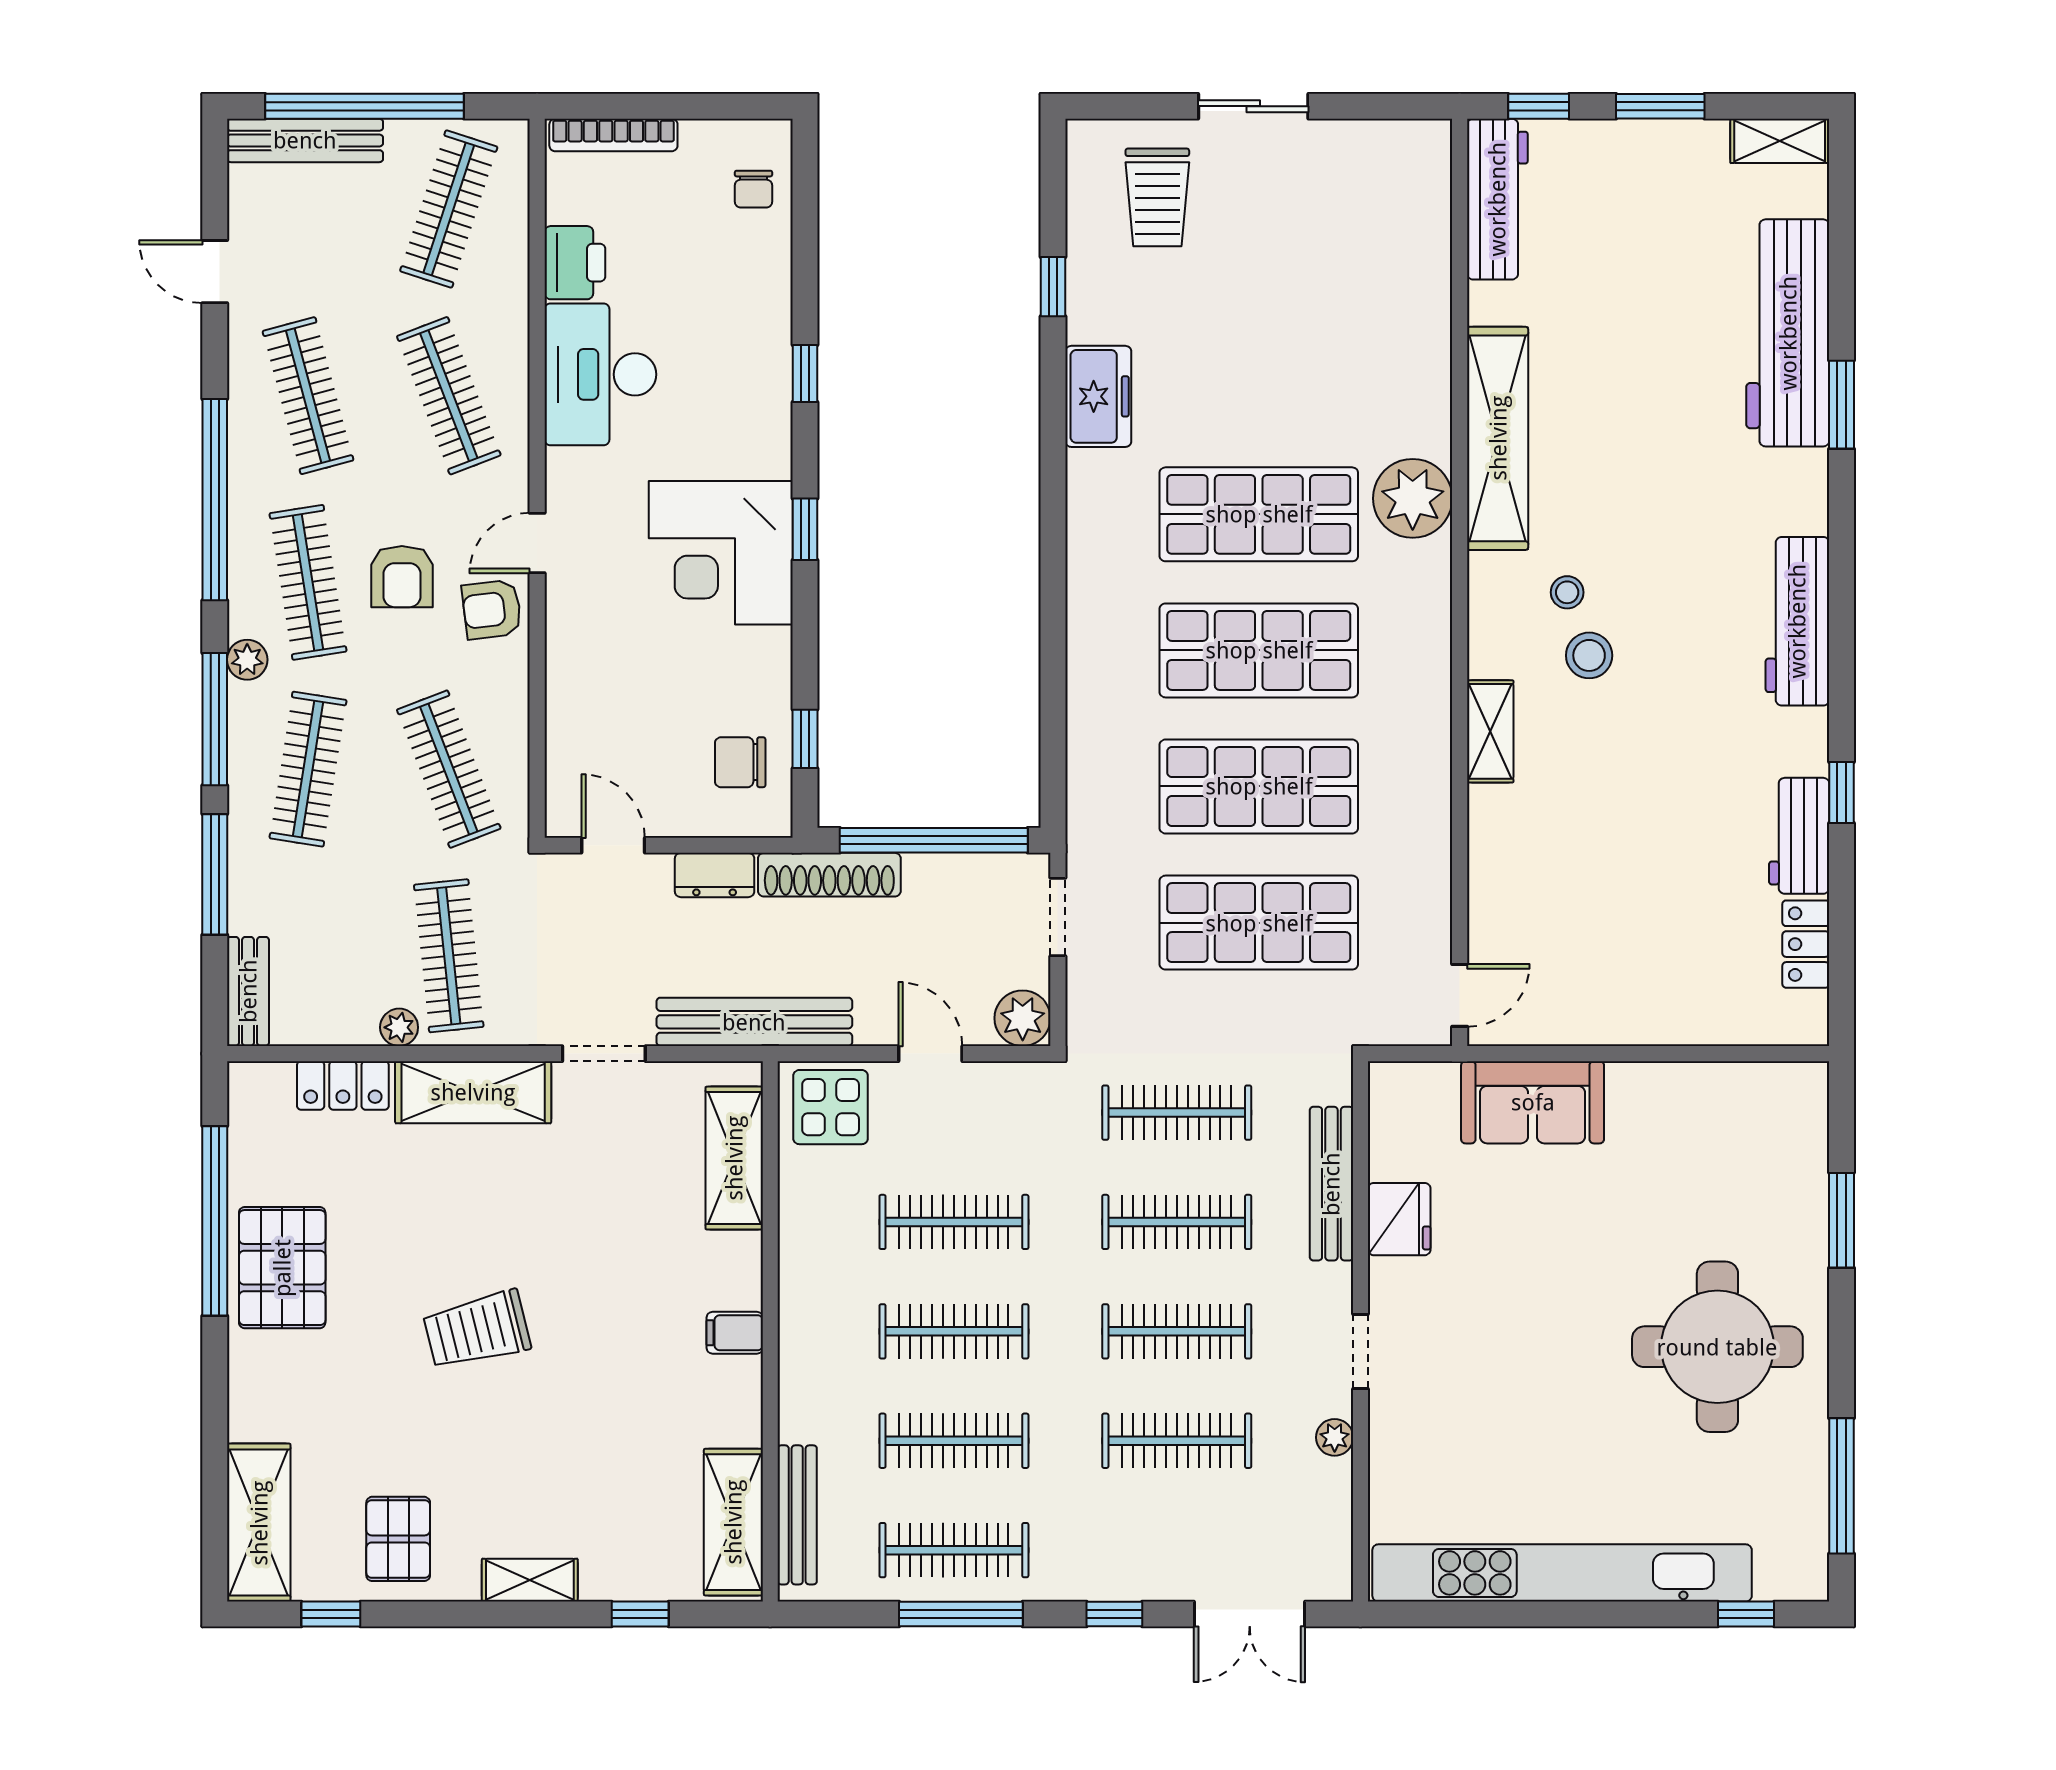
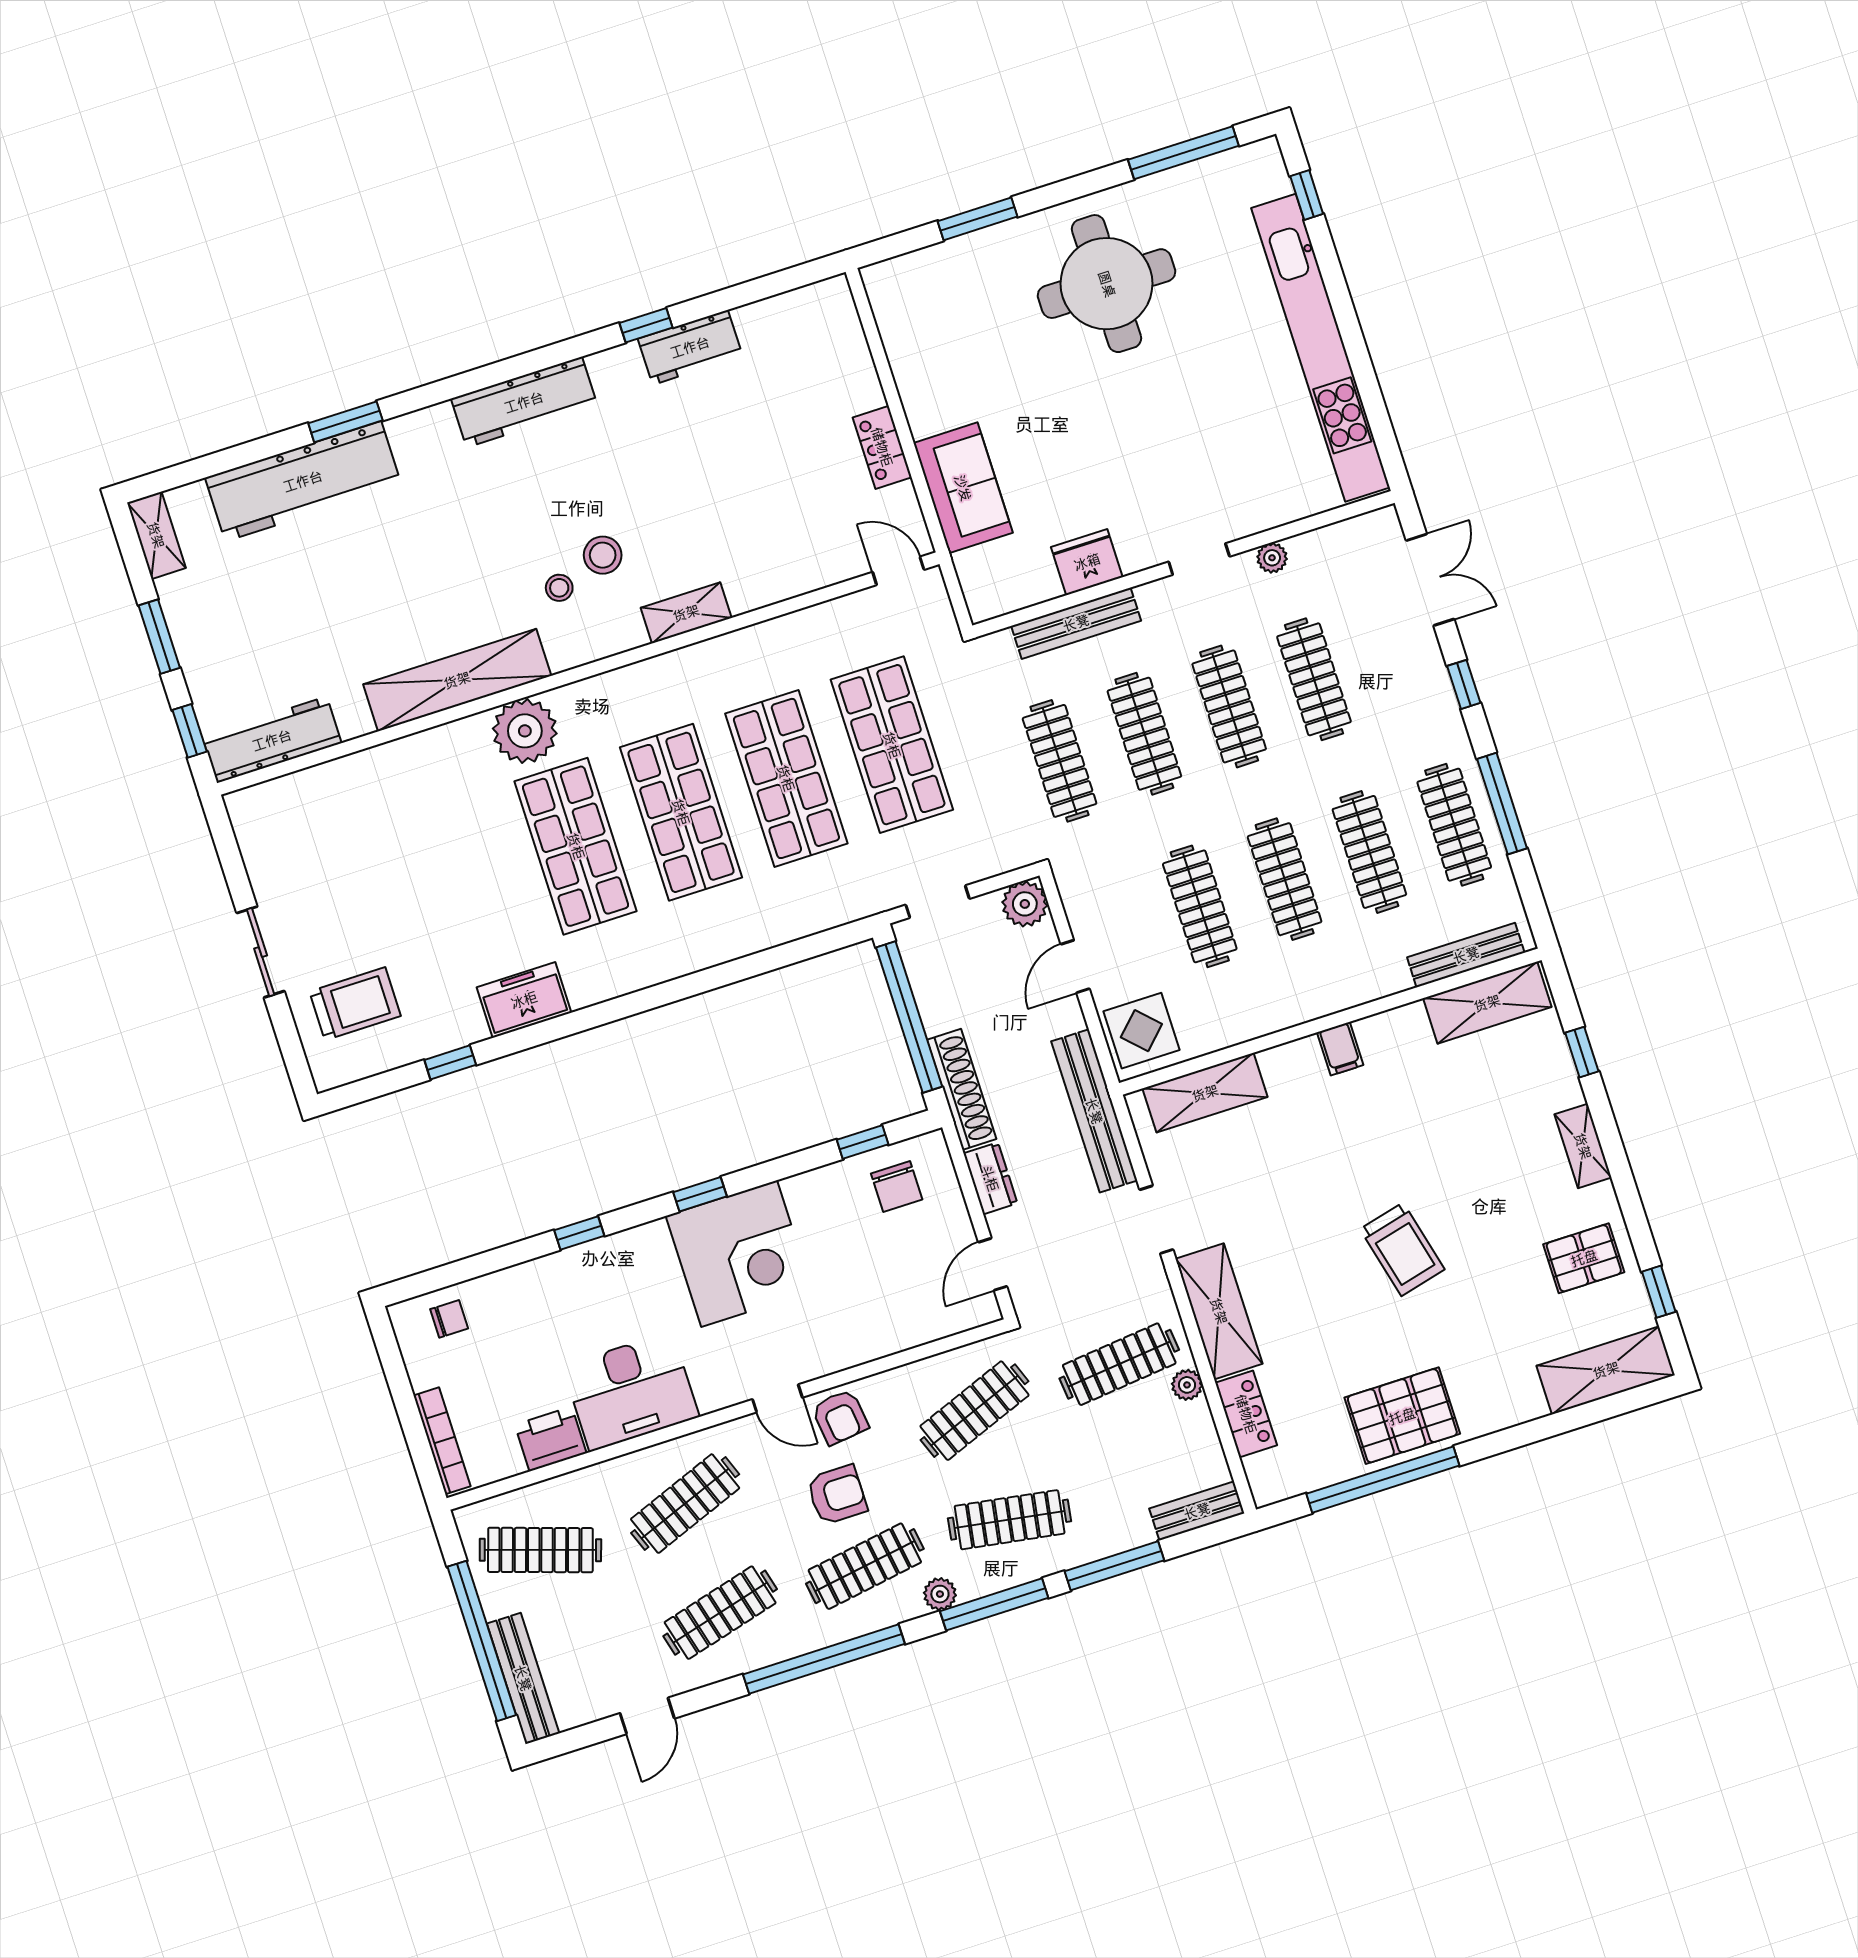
locker: (1806, 944) -> (882, 447), moved, turned 90

